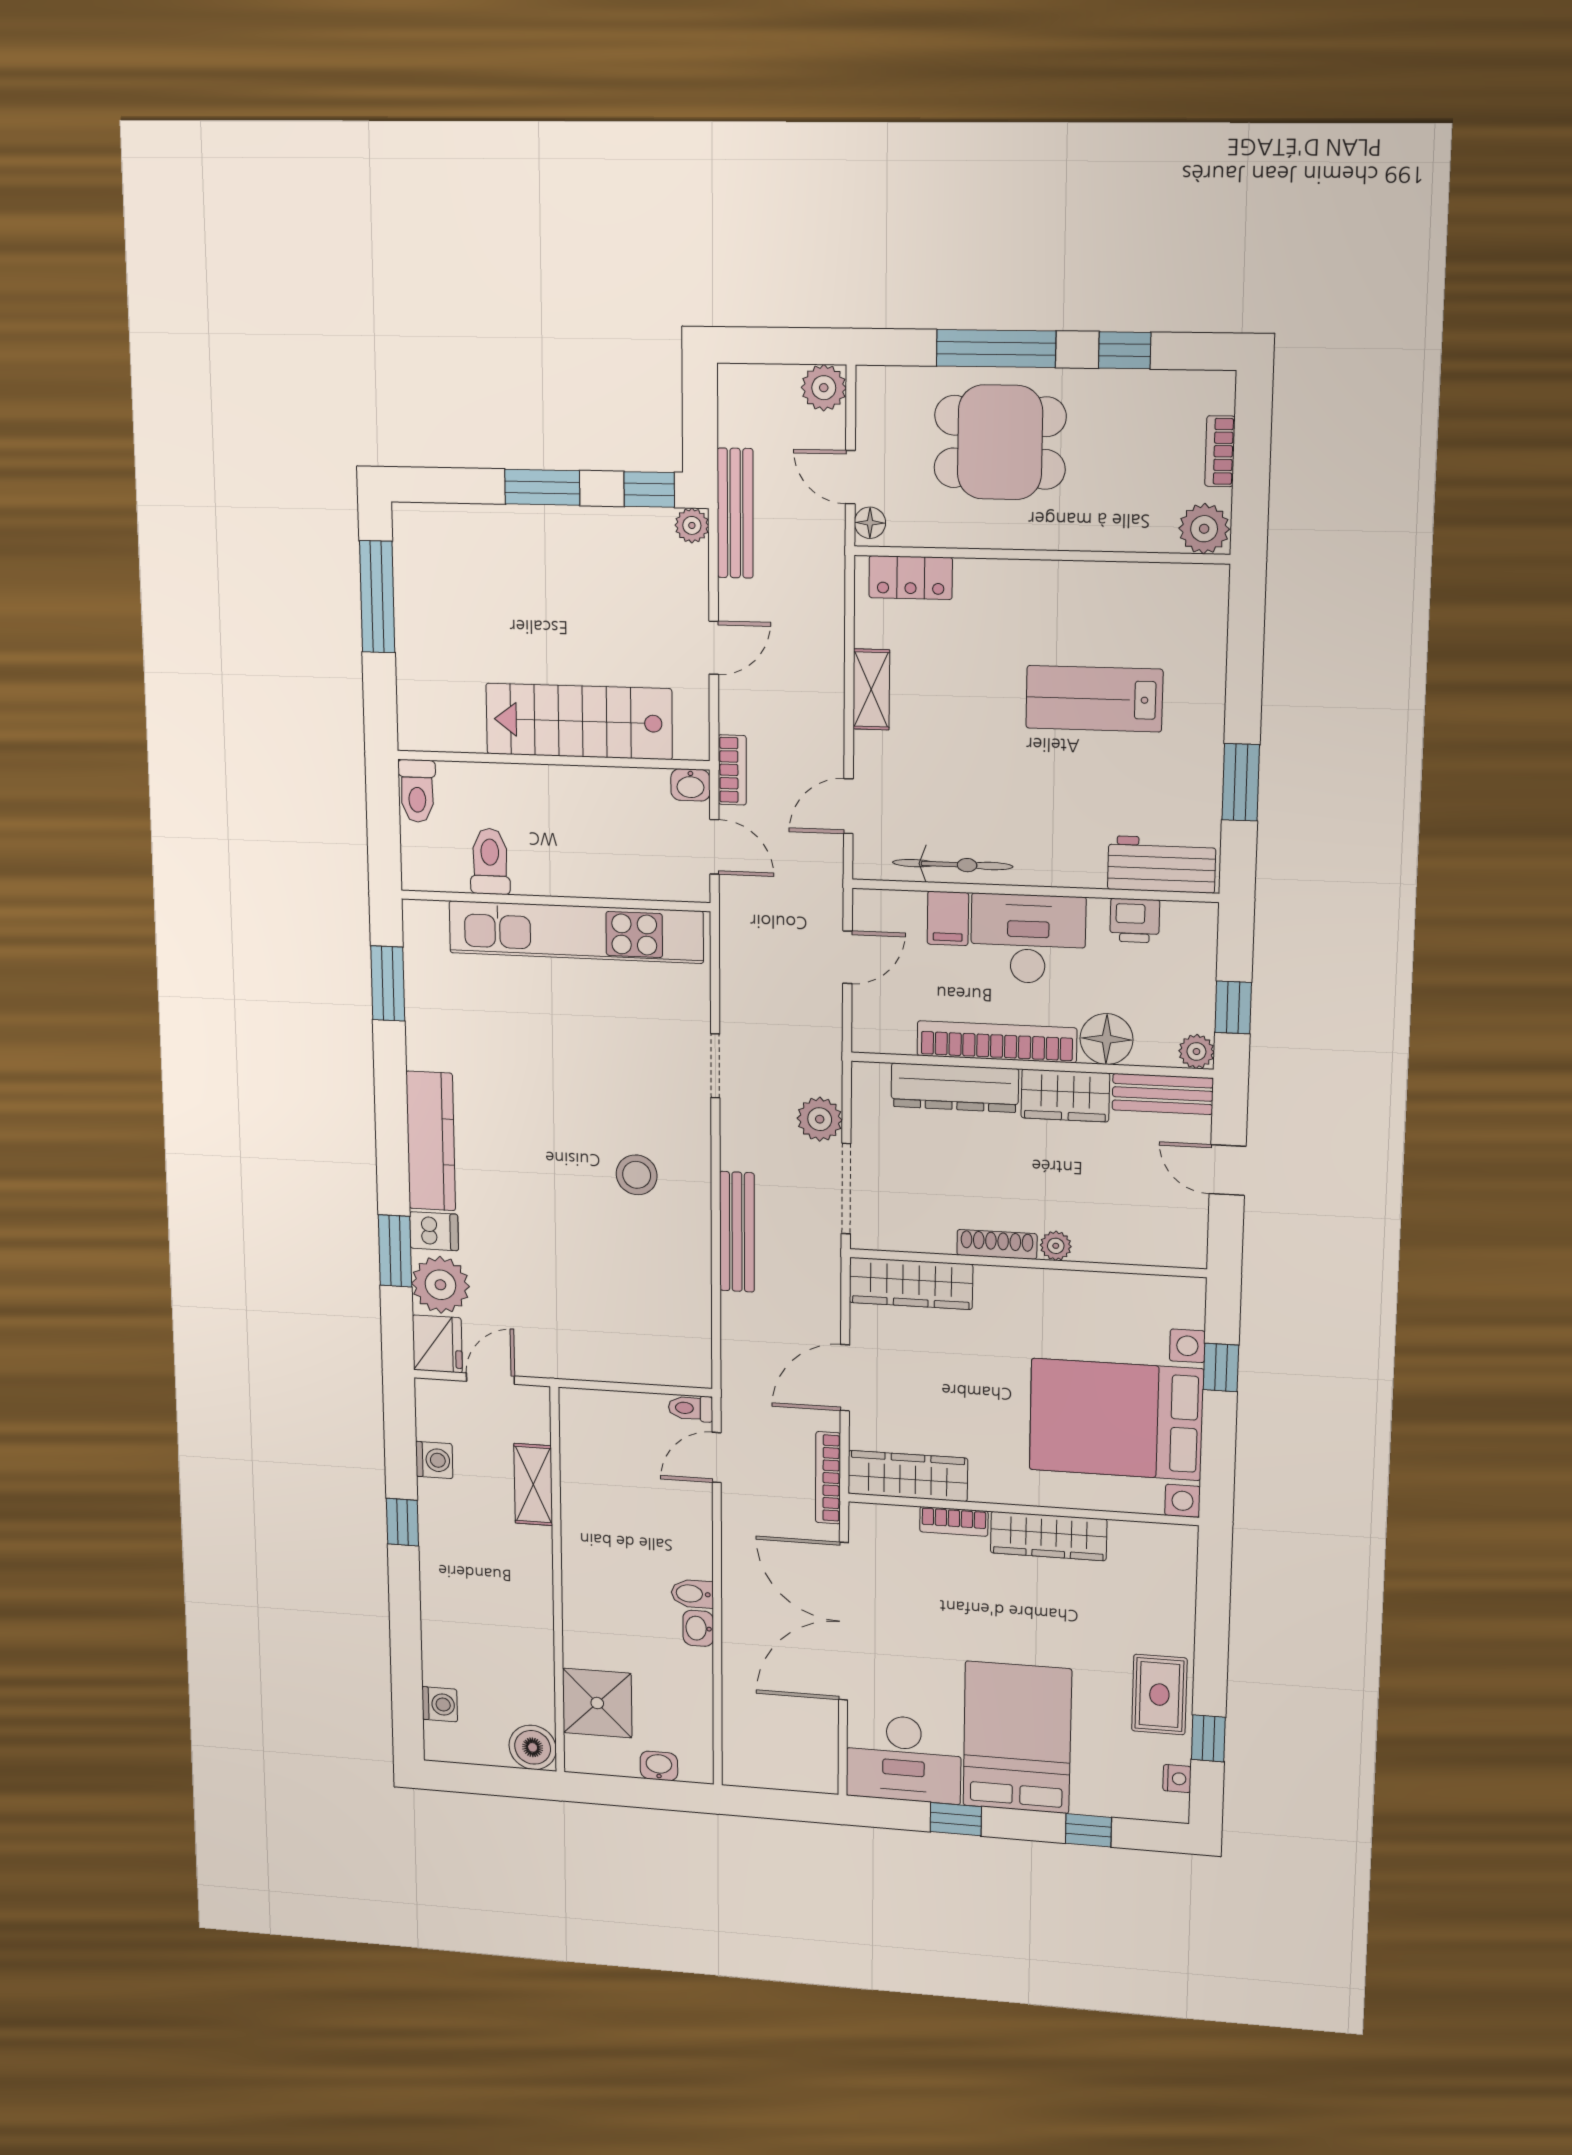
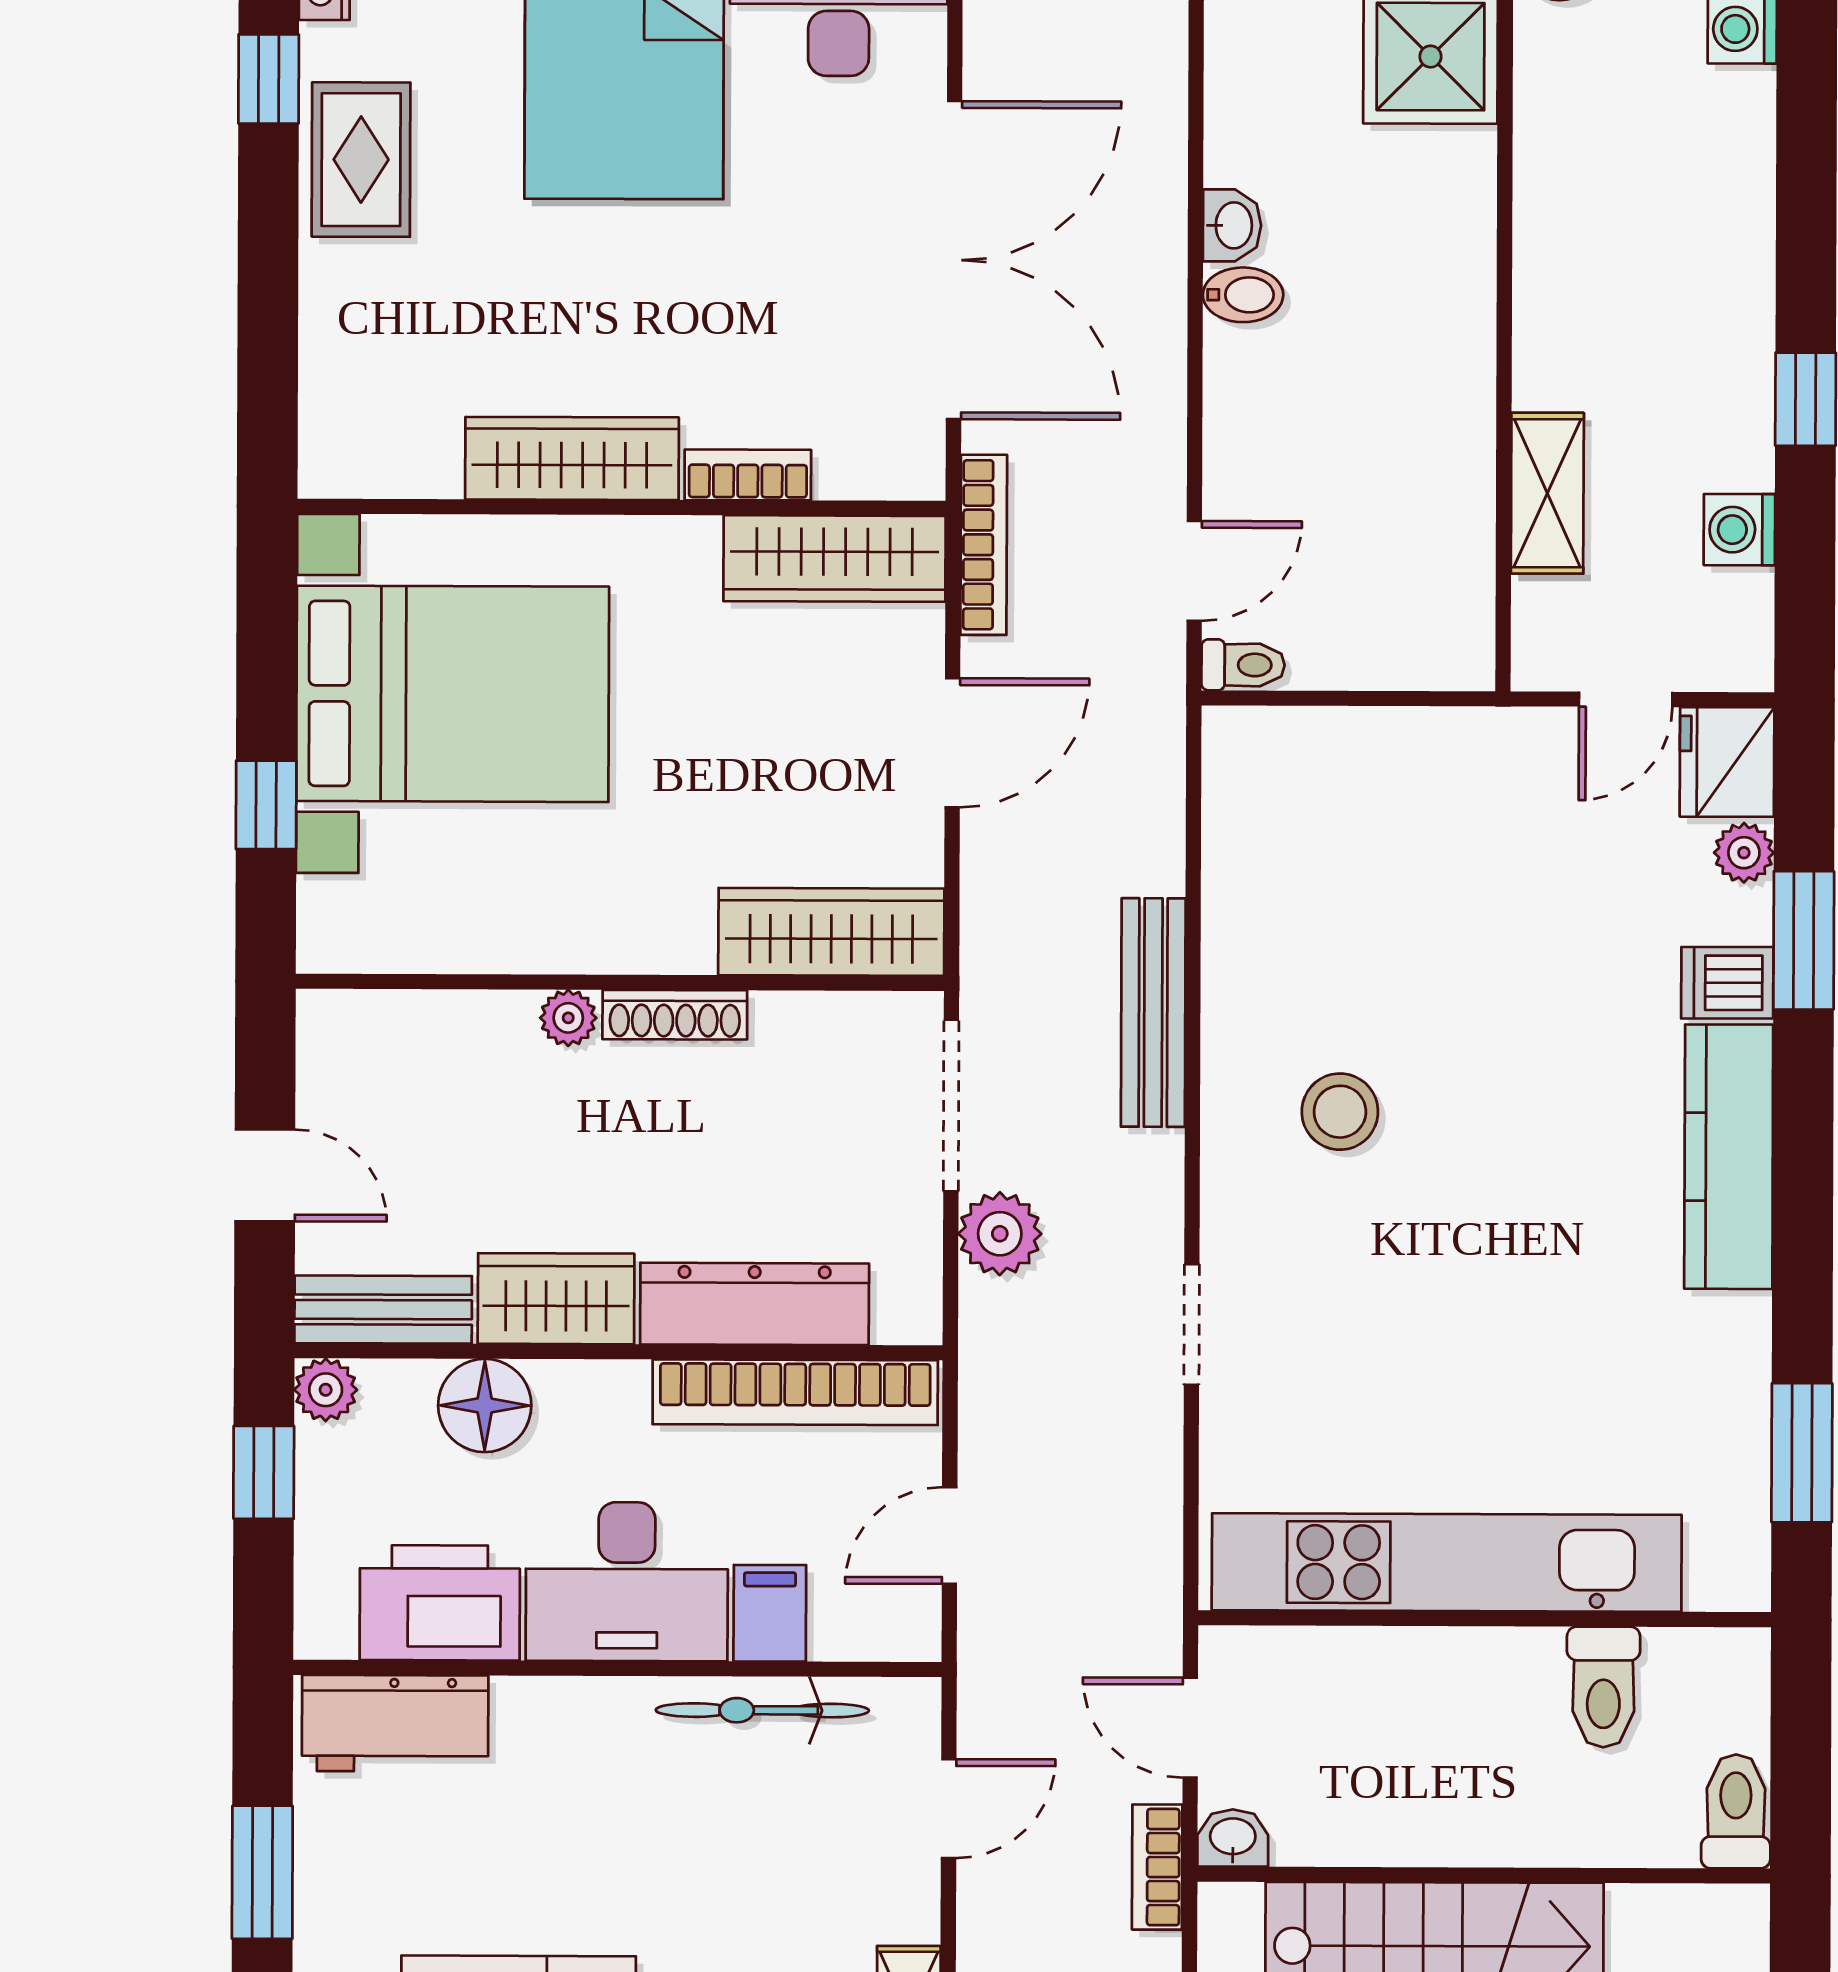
printer: (1135, 921) -> (440, 1603), width x1.87, depth x1.48
bookcase: (997, 1042) -> (795, 1392), moved
plant: (440, 1285) -> (1744, 853), width x0.53, depth x0.53

